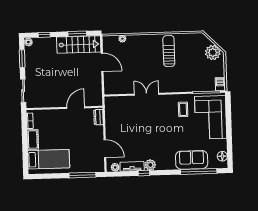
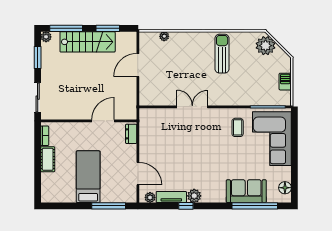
window: (44, 35) -> (66, 28), width x2.17
stairs: (79, 44) -> (88, 42), moved
plant: (213, 52) -> (266, 46), moved
door: (102, 62) -> (138, 65), swing flipped
barbecue: (220, 84) -> (285, 82), moved
bed: (49, 159) -> (88, 177), moved, turned -90

